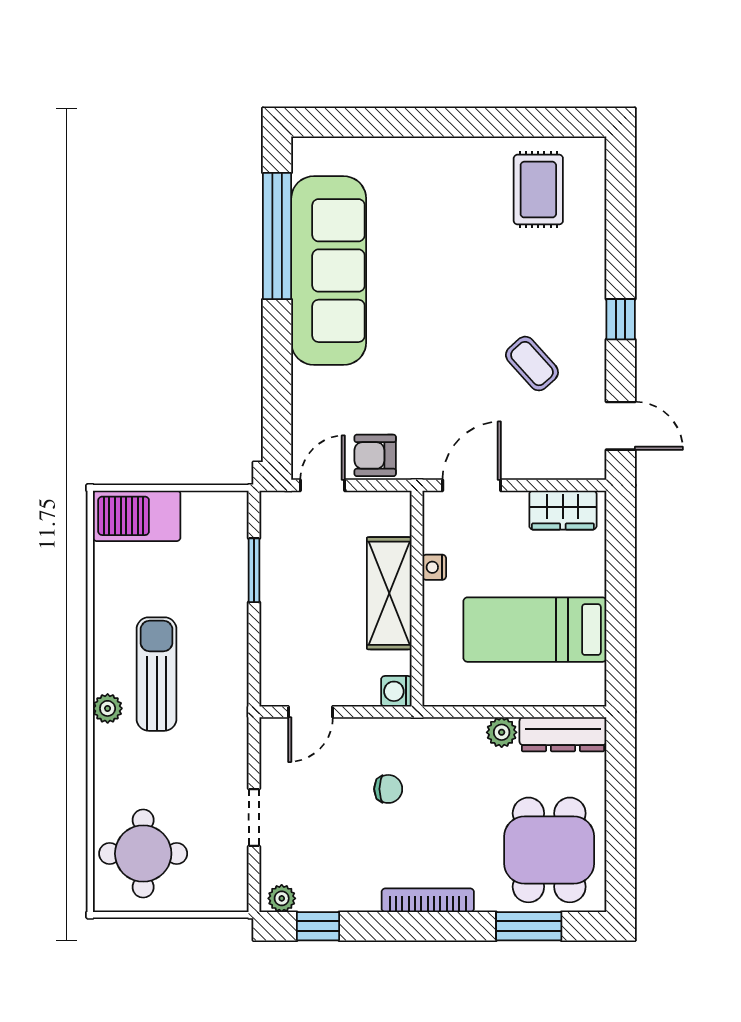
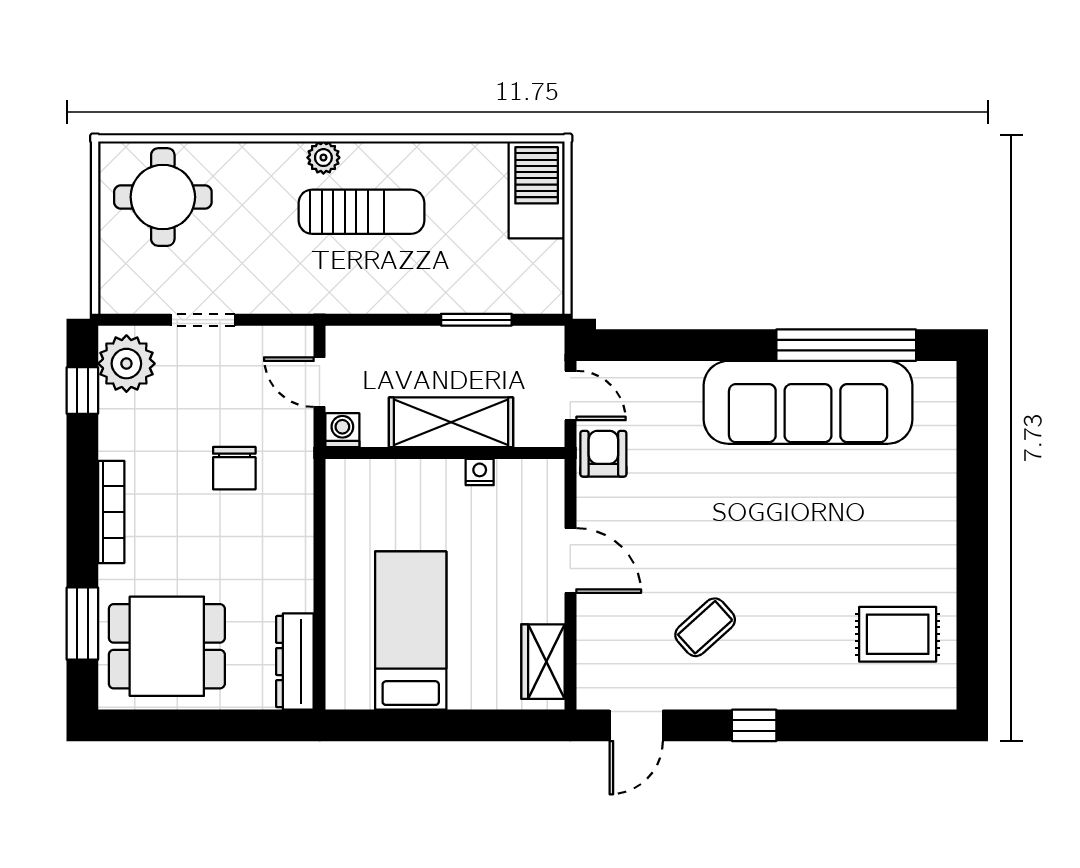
nightstand: (434, 567) -> (480, 472), moved
shelving: (389, 593) -> (451, 422), moved
wall: (417, 599) -> (445, 453), moved
washing machine: (396, 691) -> (342, 430), moved
plant: (502, 732) -> (297, 594), removed
chair: (388, 789) -> (234, 468), width x1.37, depth x1.37
plant: (282, 898) -> (126, 364), width x1.88, depth x1.88

